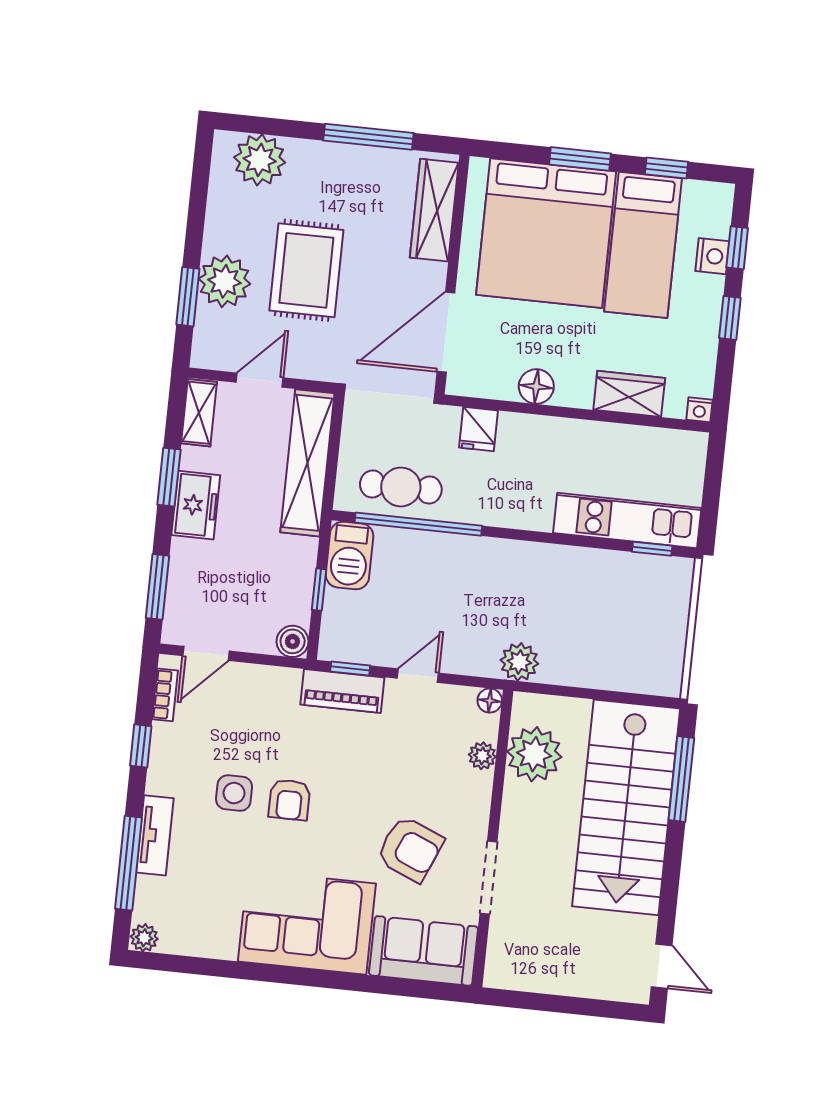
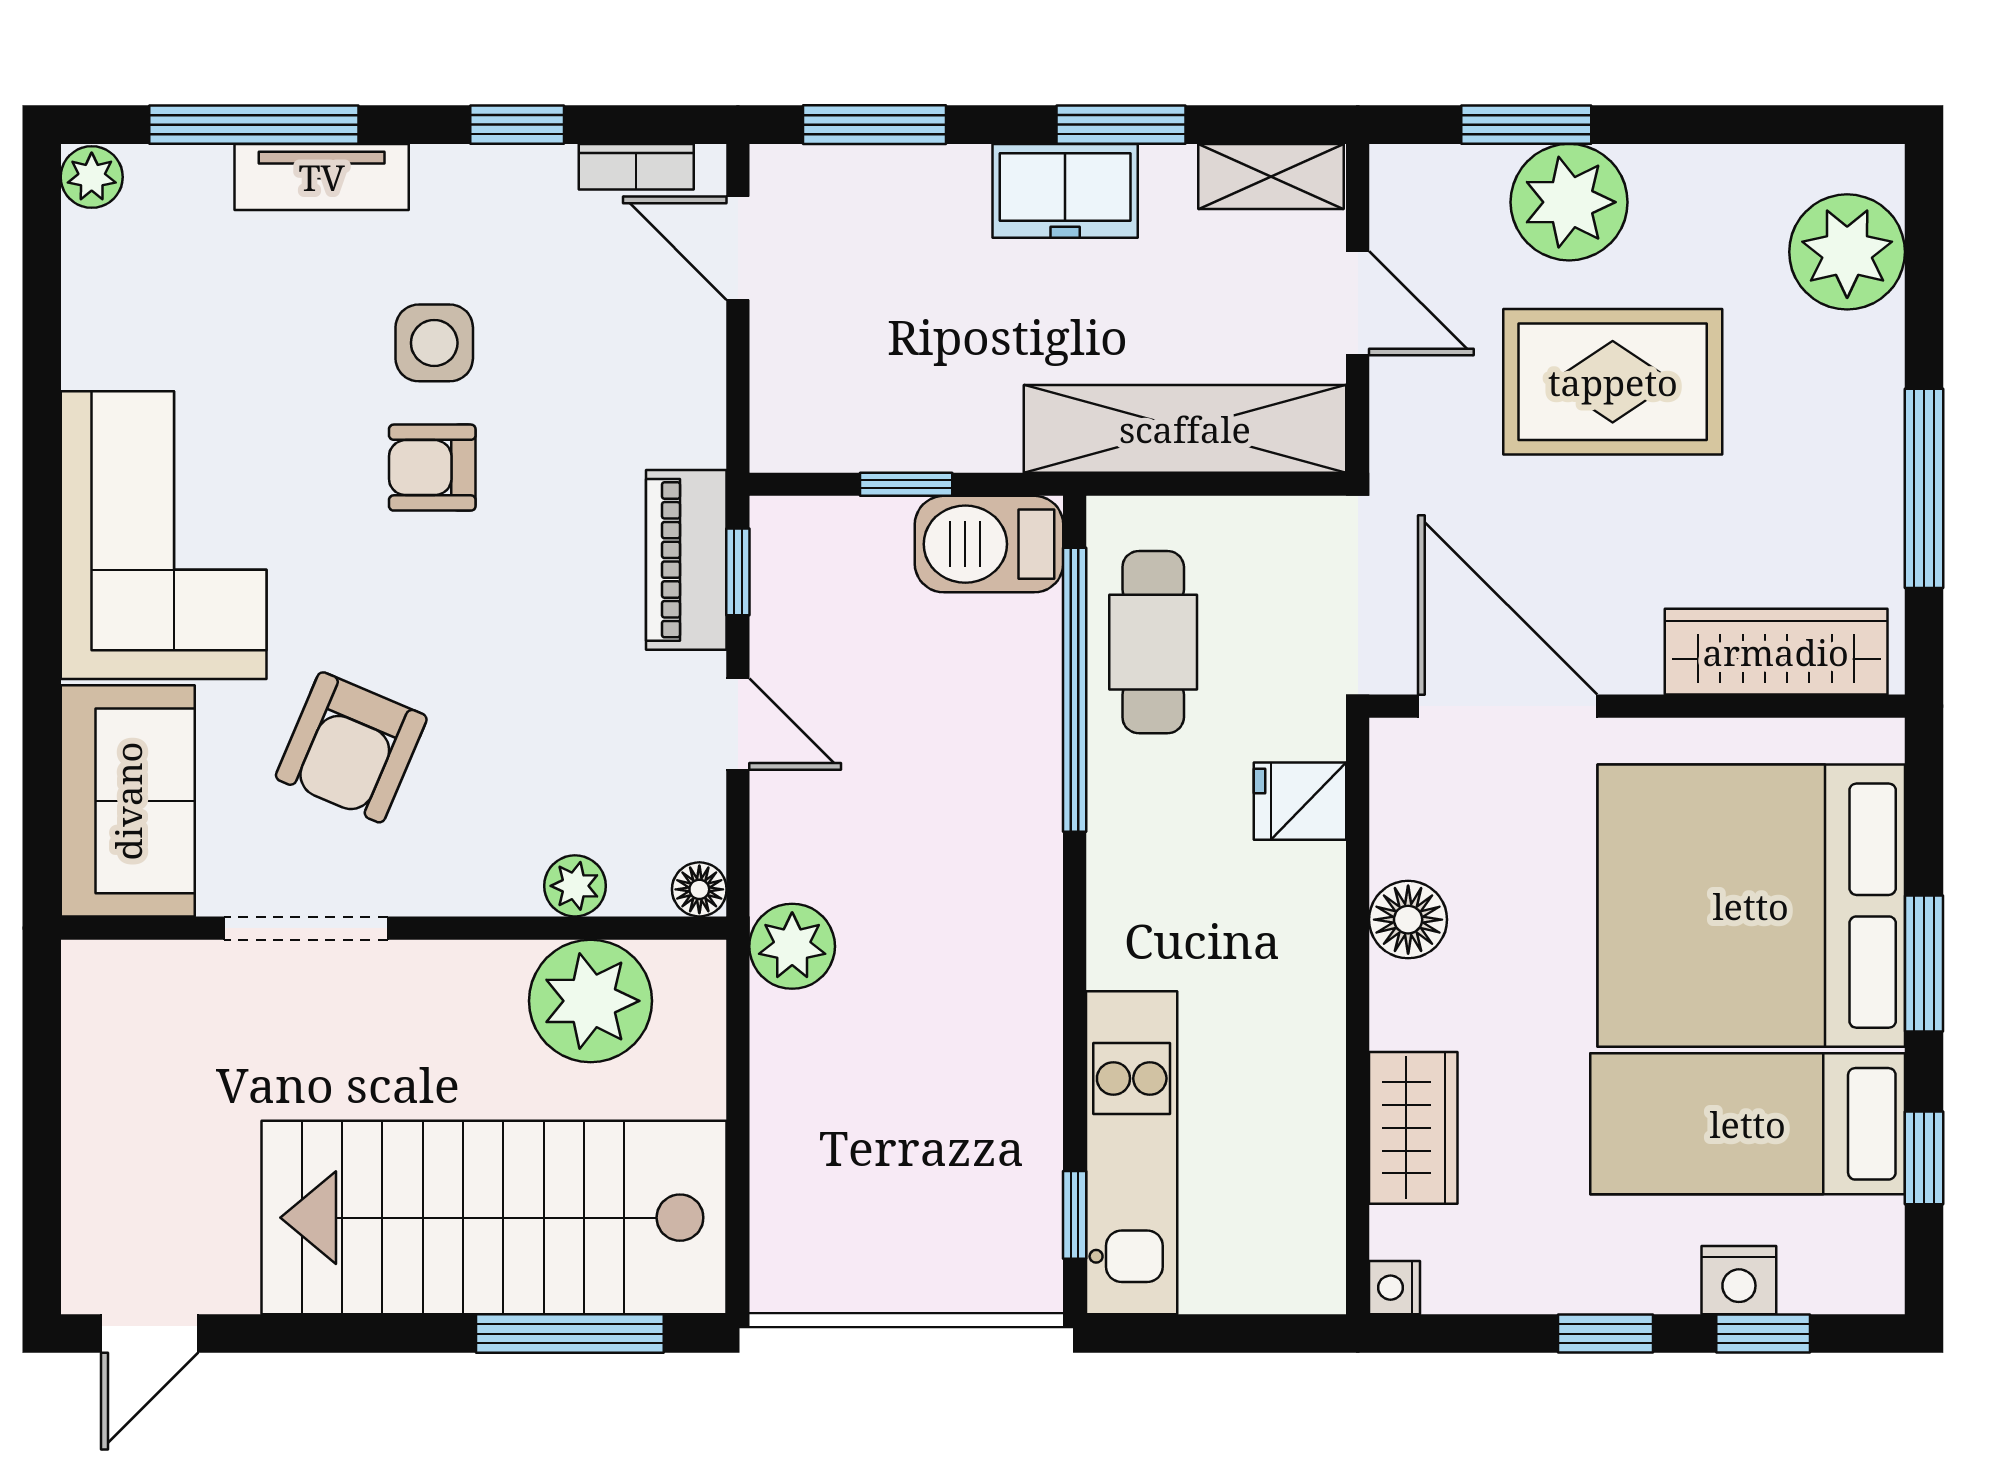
boiler: (293, 641) -> (785, 437), removed

